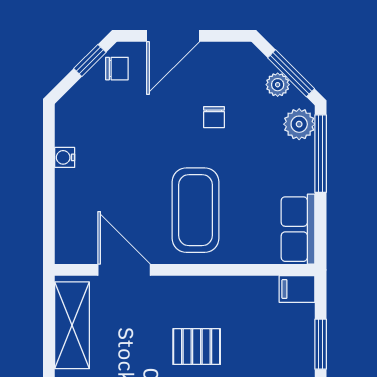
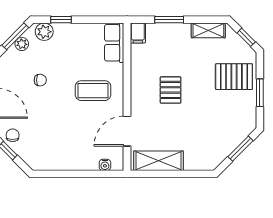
window: (321, 154) -> (61, 20), width x0.46
water cooler: (65, 157) -> (105, 165), moved
coffee table: (195, 210) -> (93, 91), width x0.73, depth x0.76
row of seats: (298, 229) -> (114, 43), moved, turned 90

